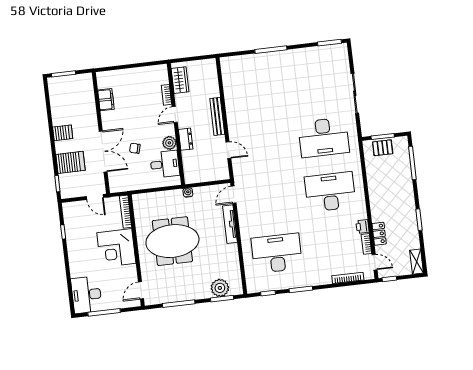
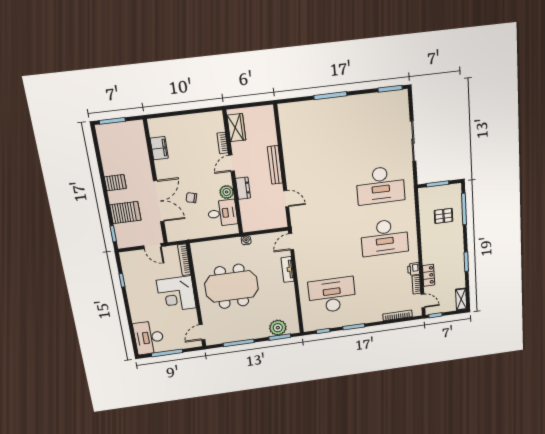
pallet: (383, 148) -> (444, 216), moved
desk: (330, 192) -> (385, 237), turned 180
tv unit: (230, 224) -> (288, 269), width x0.71

